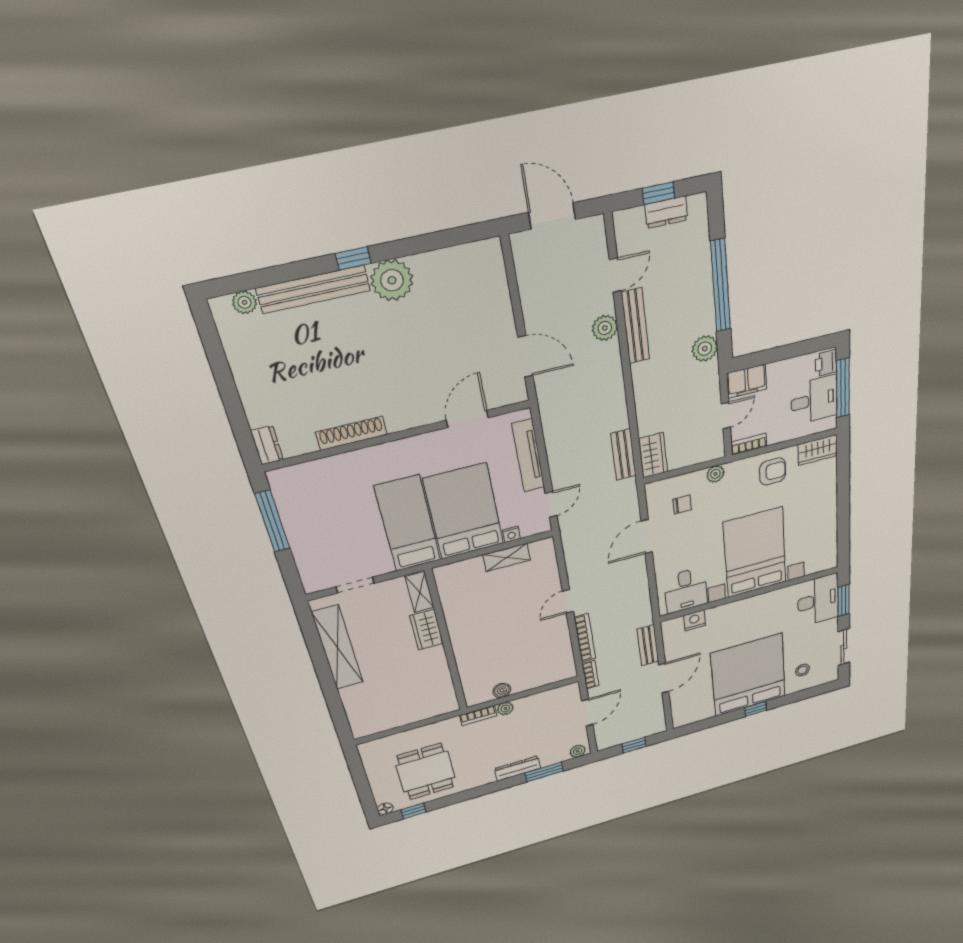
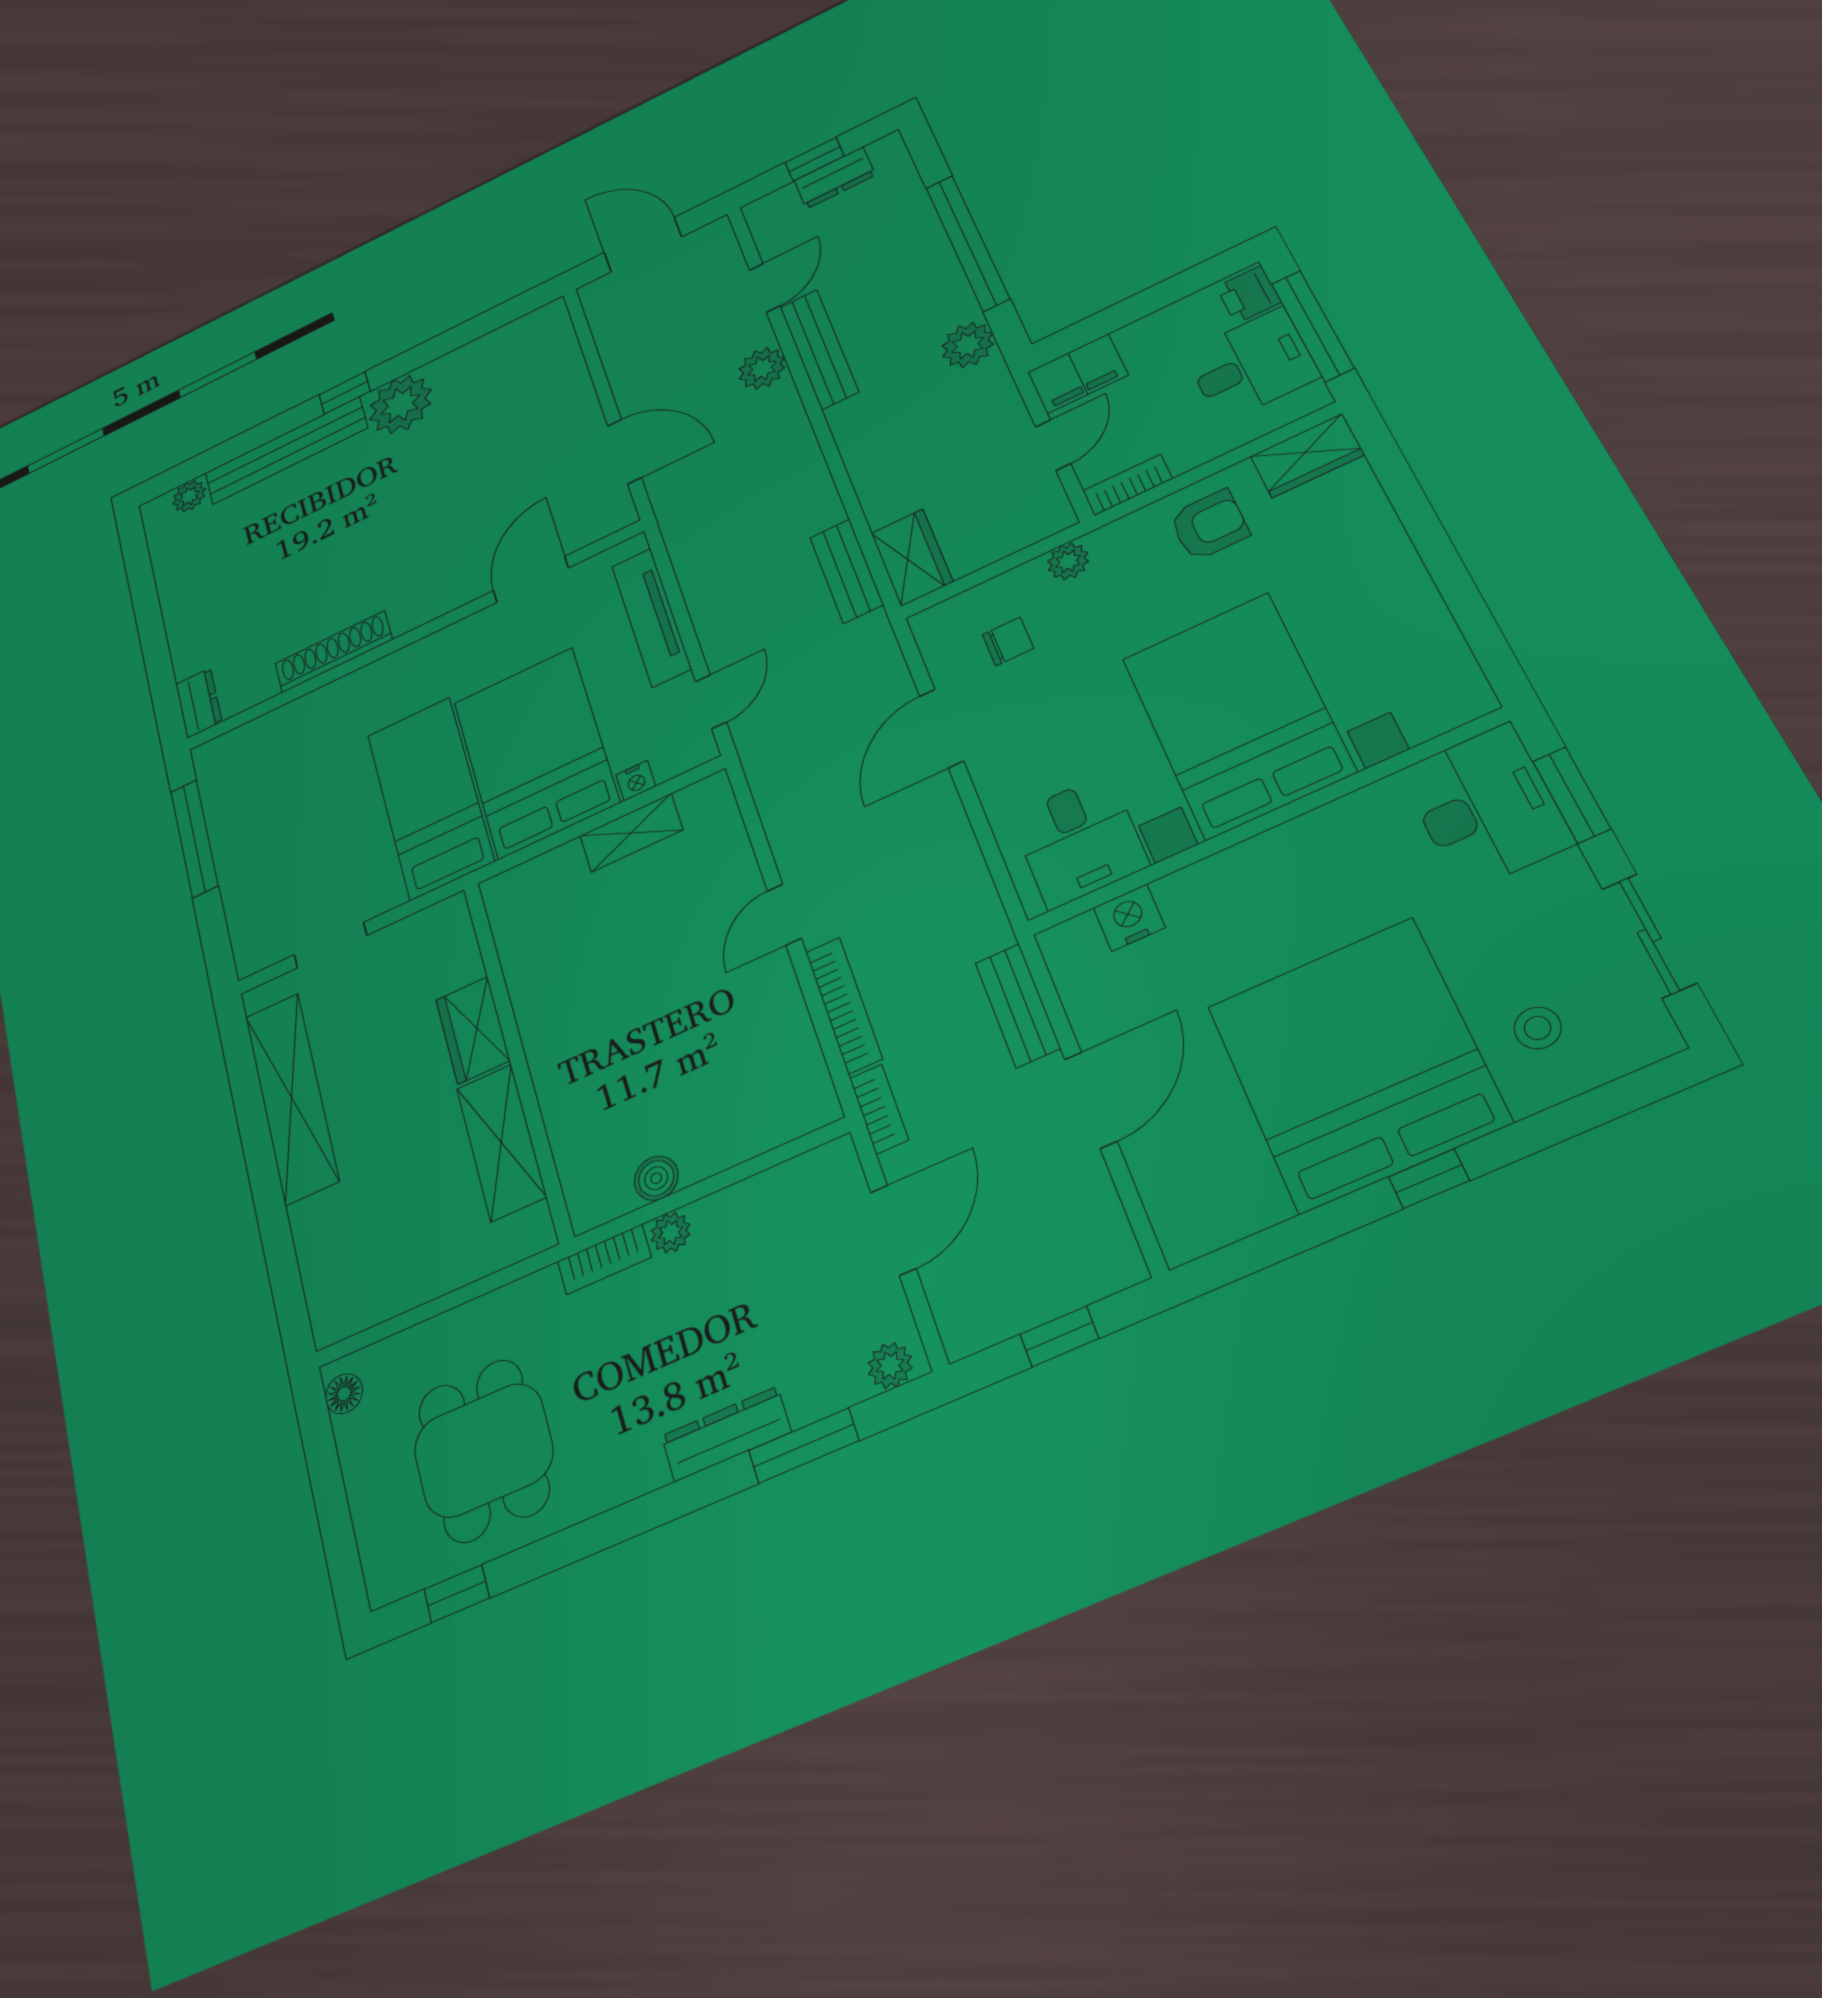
shelving: (420, 592) -> (501, 1142), moved, width x1.50, depth x1.33
floor lamp: (385, 809) -> (344, 1394), moved

